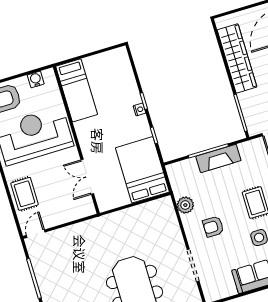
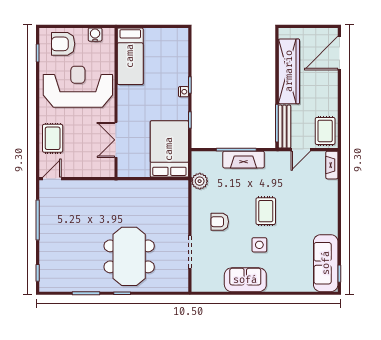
bench: (249, 114) -> (284, 127), added
plant: (185, 205) -> (200, 181), moved

